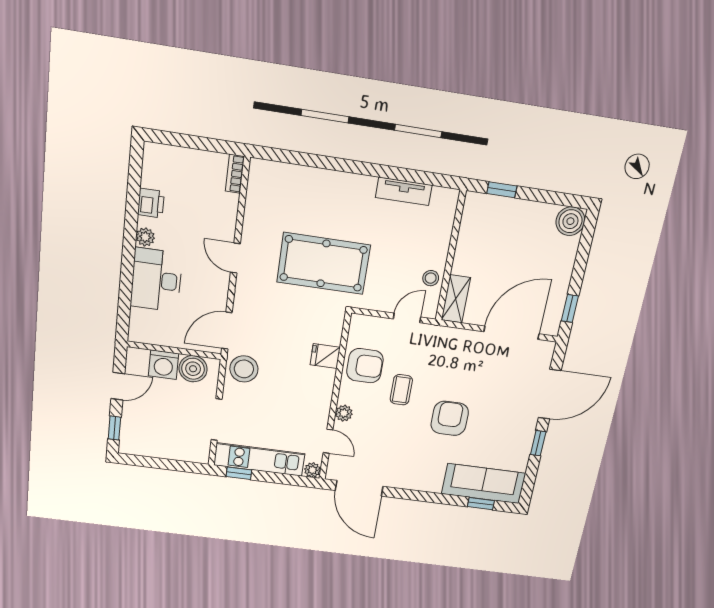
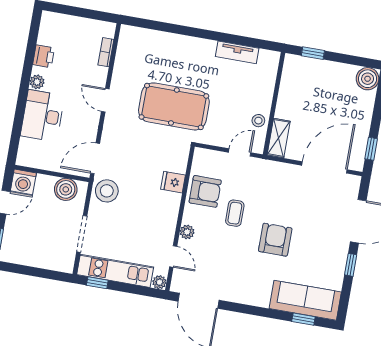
bookcase: (235, 174) -> (106, 52), moved
washing machine: (164, 365) -> (23, 182), moved

